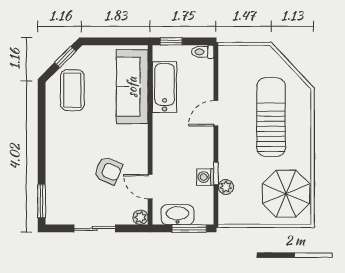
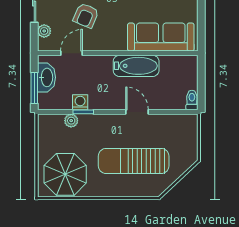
window: (171, 41) -> (201, 72), removed
bathtub: (165, 87) -> (136, 66), moved
sun lounger: (271, 117) -> (134, 161), turned 180
plant: (140, 217) -> (44, 31), moved

